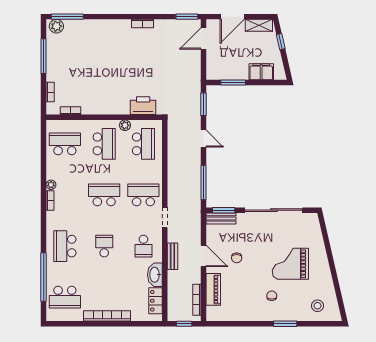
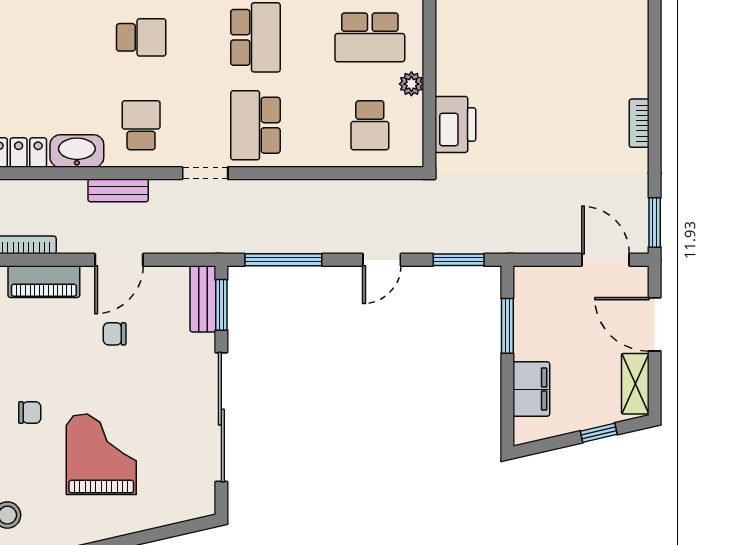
school desk: (143, 144) -> (370, 125), width x0.54
school desk: (143, 195) -> (255, 125), turned 180
school desk: (143, 246) -> (141, 125), turned 90

